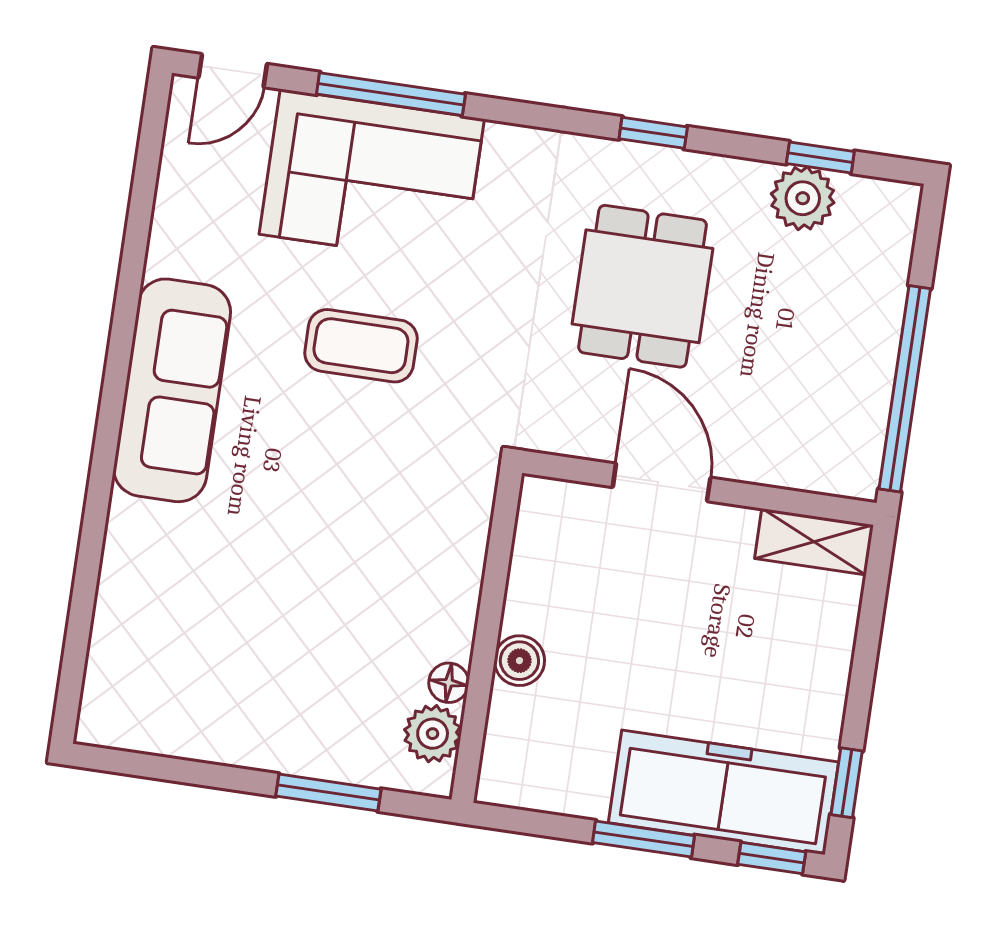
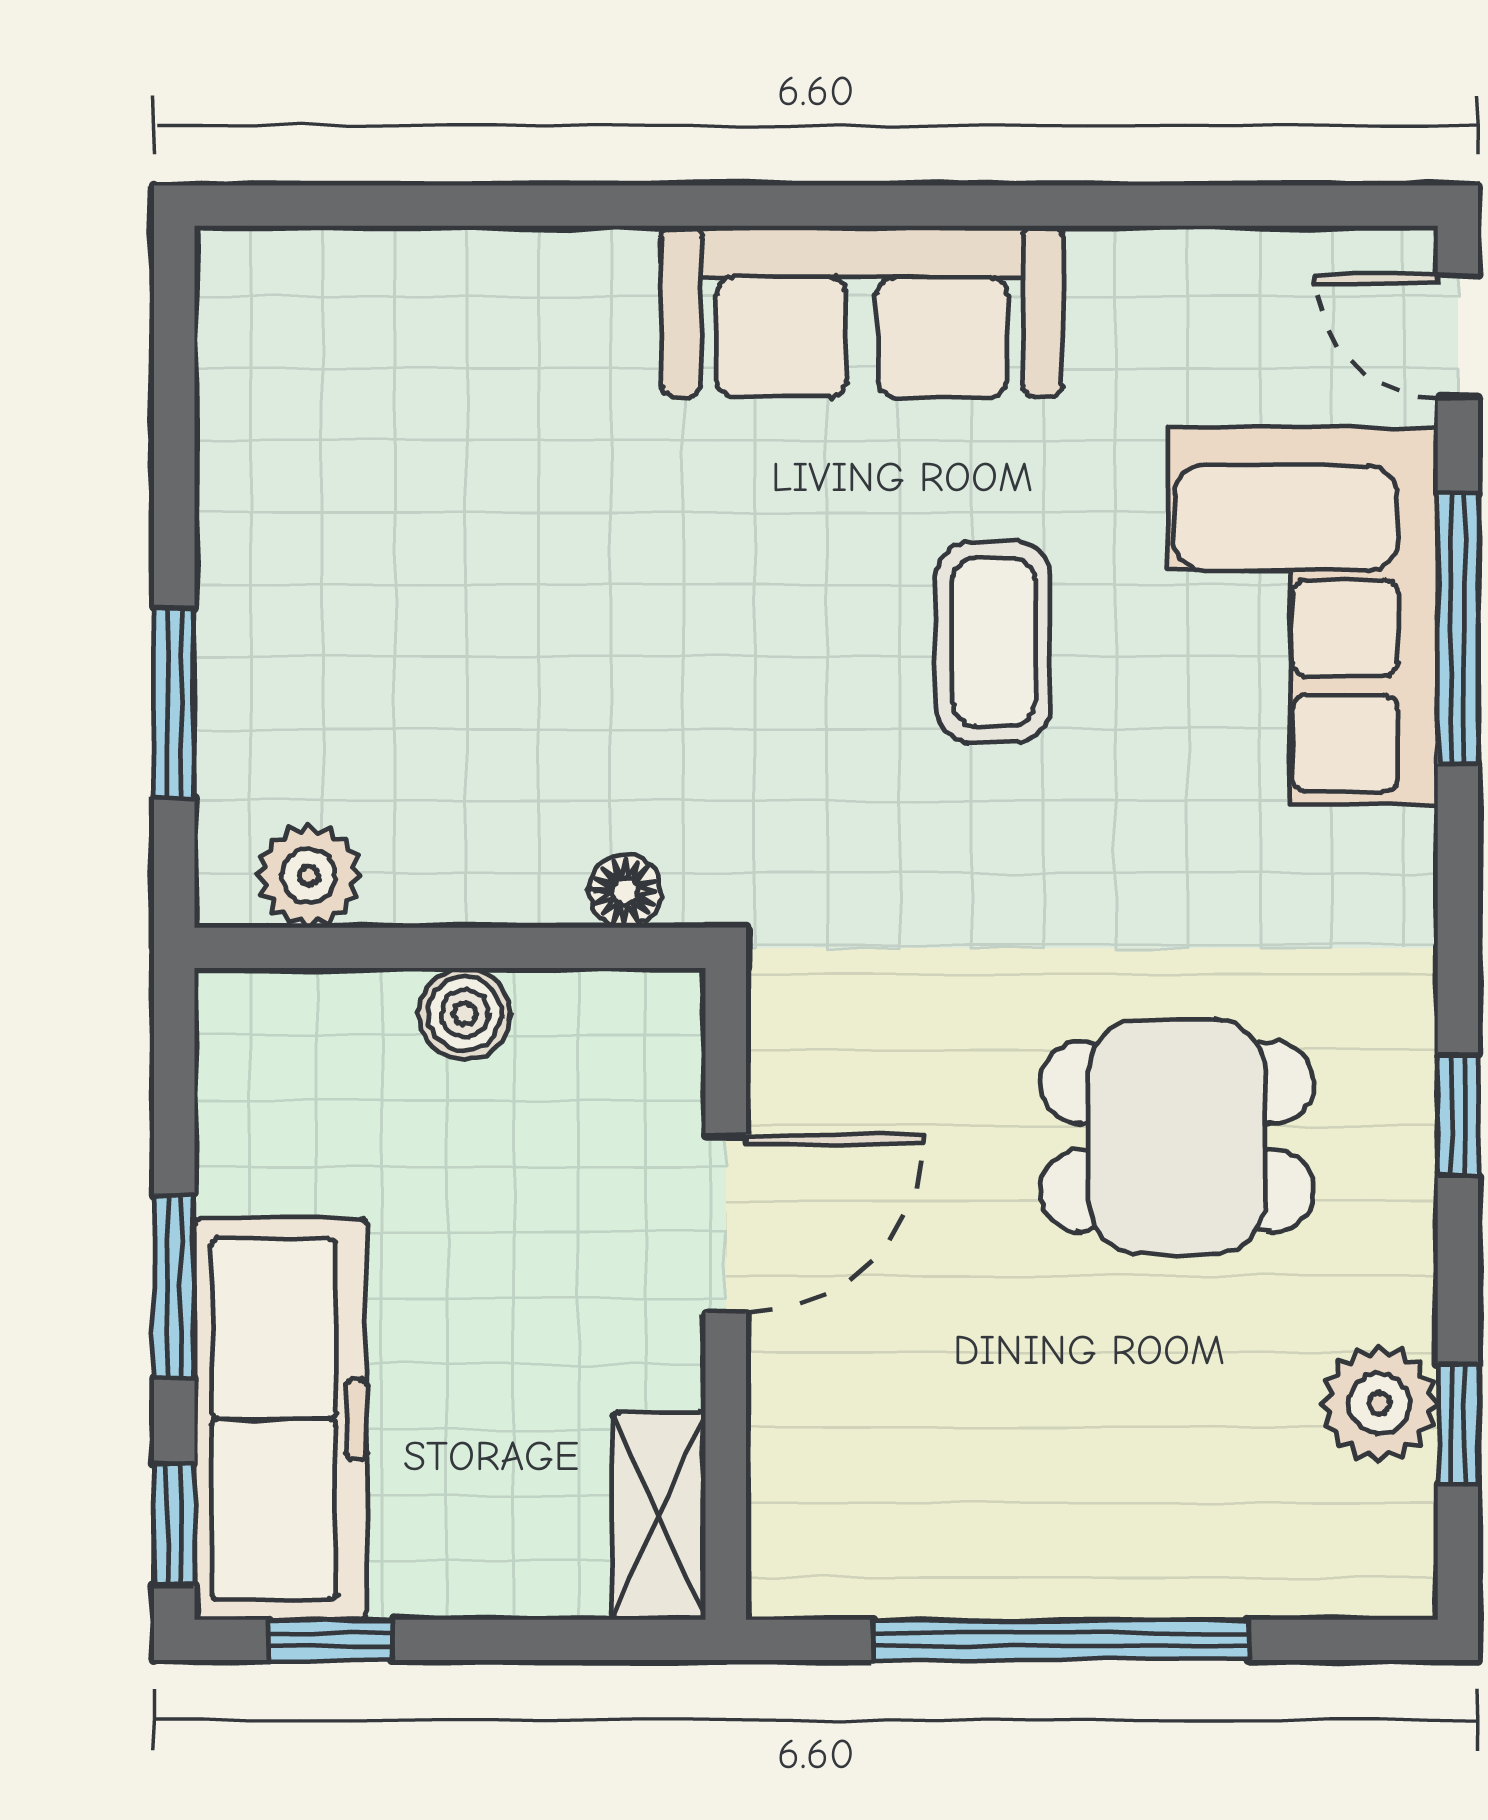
door: (662, 482) -> (726, 1224), moved
wall: (699, 488) -> (726, 1294), moved
shelving: (814, 542) -> (659, 1516), moved
floor lamp: (449, 683) -> (625, 891), moved

